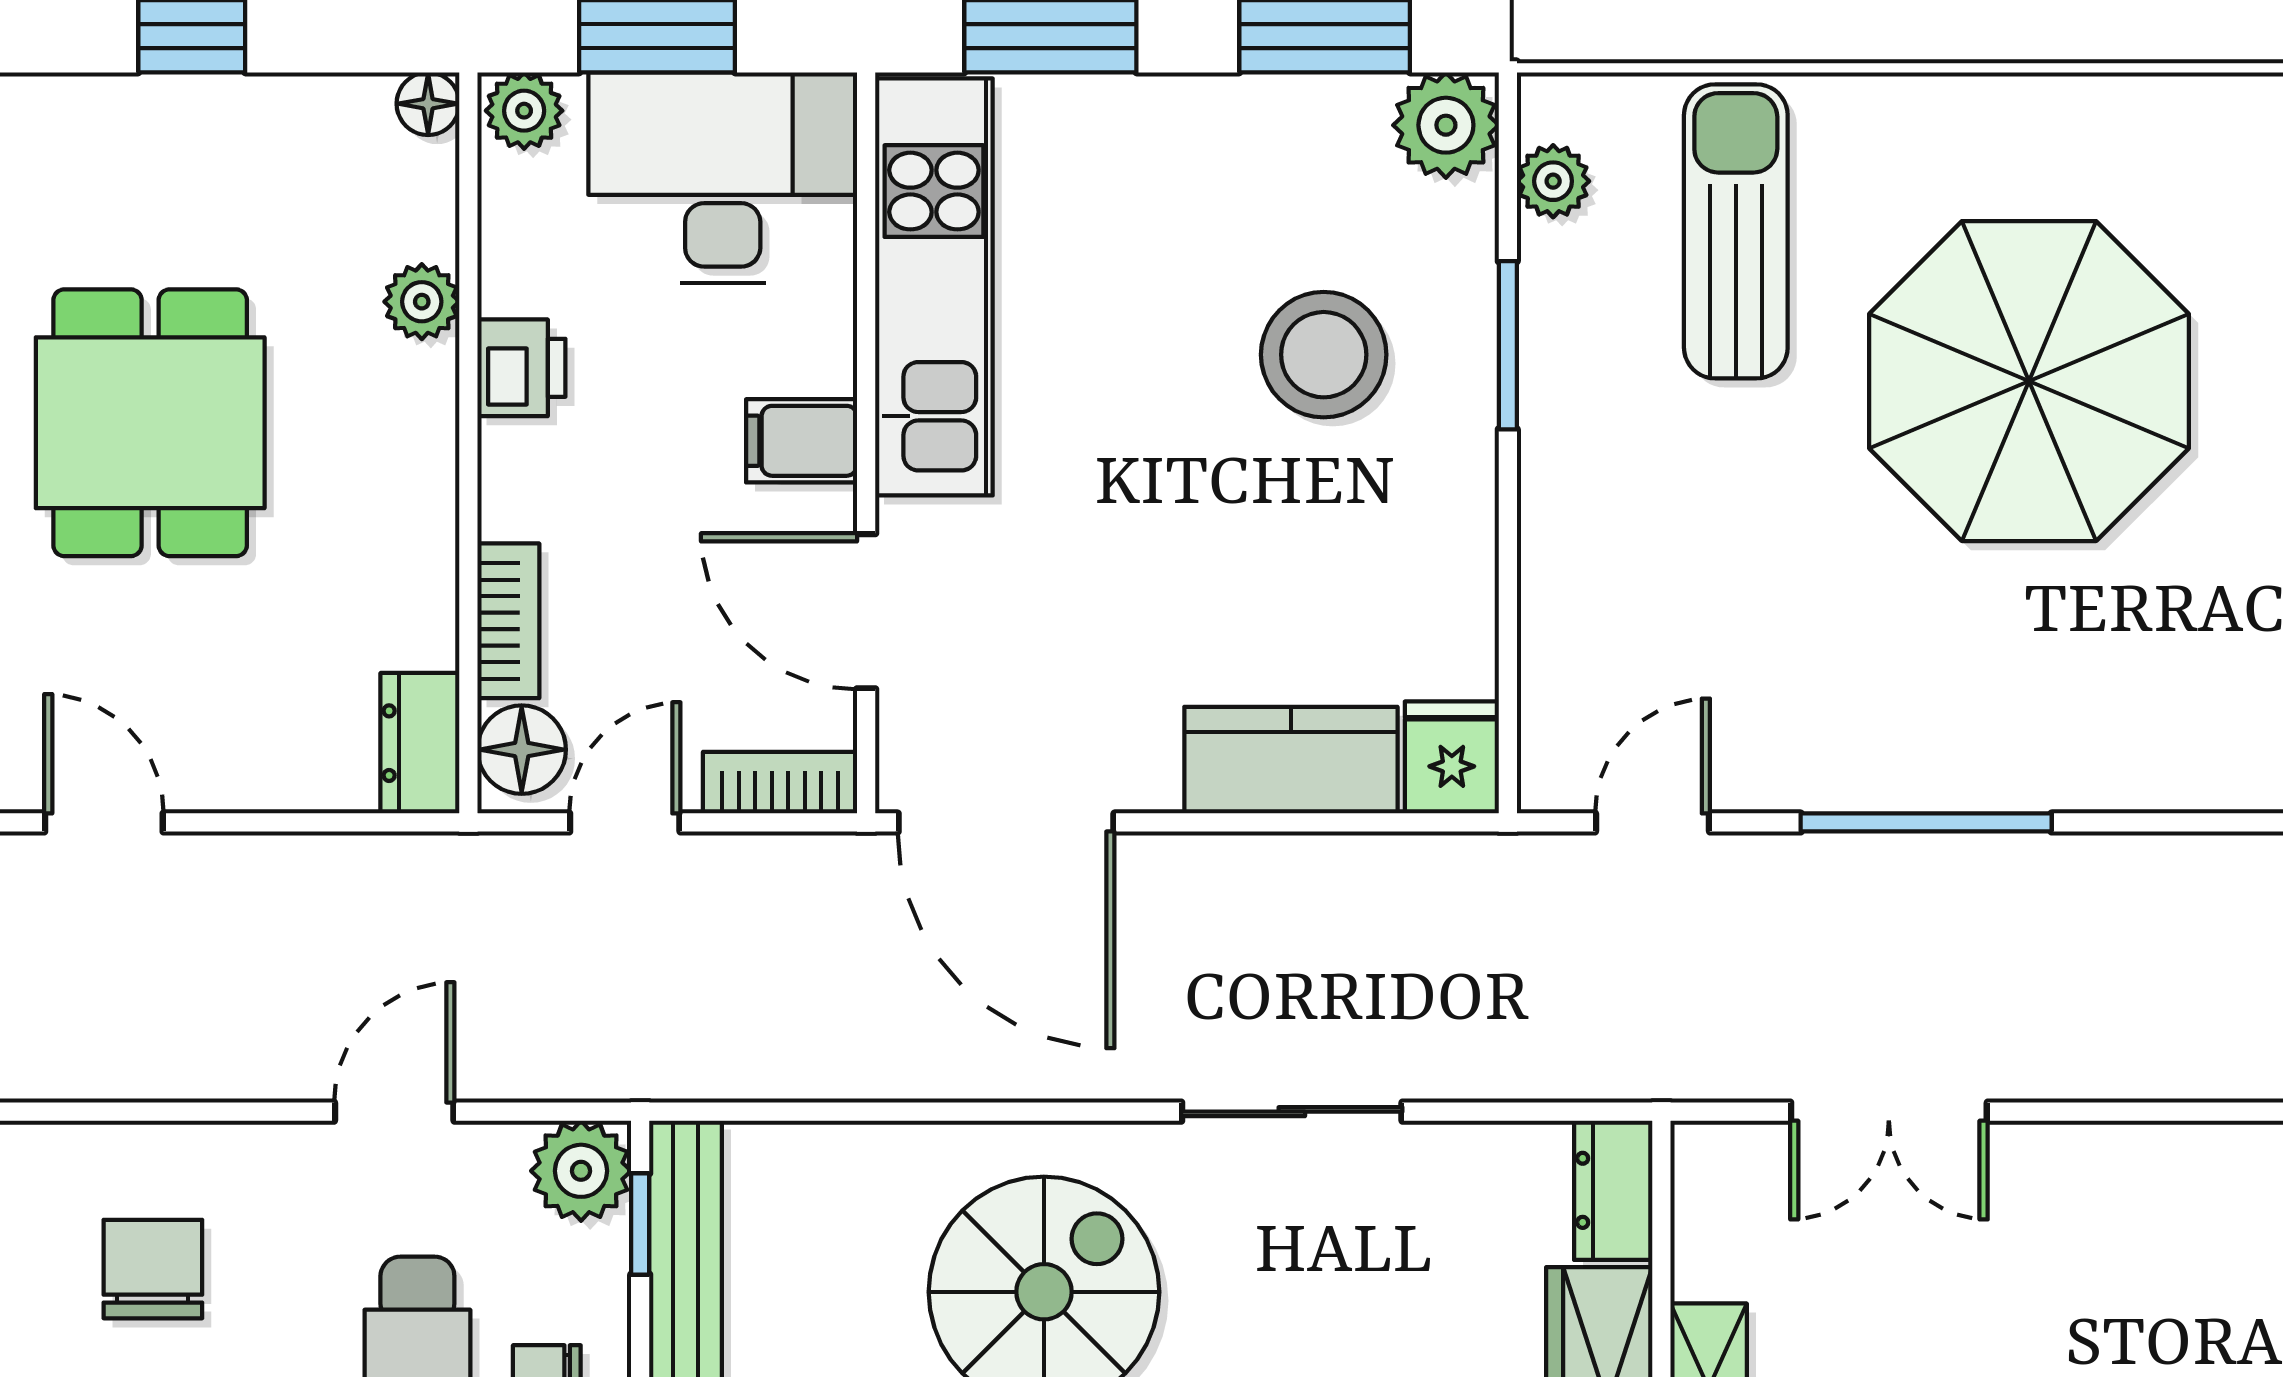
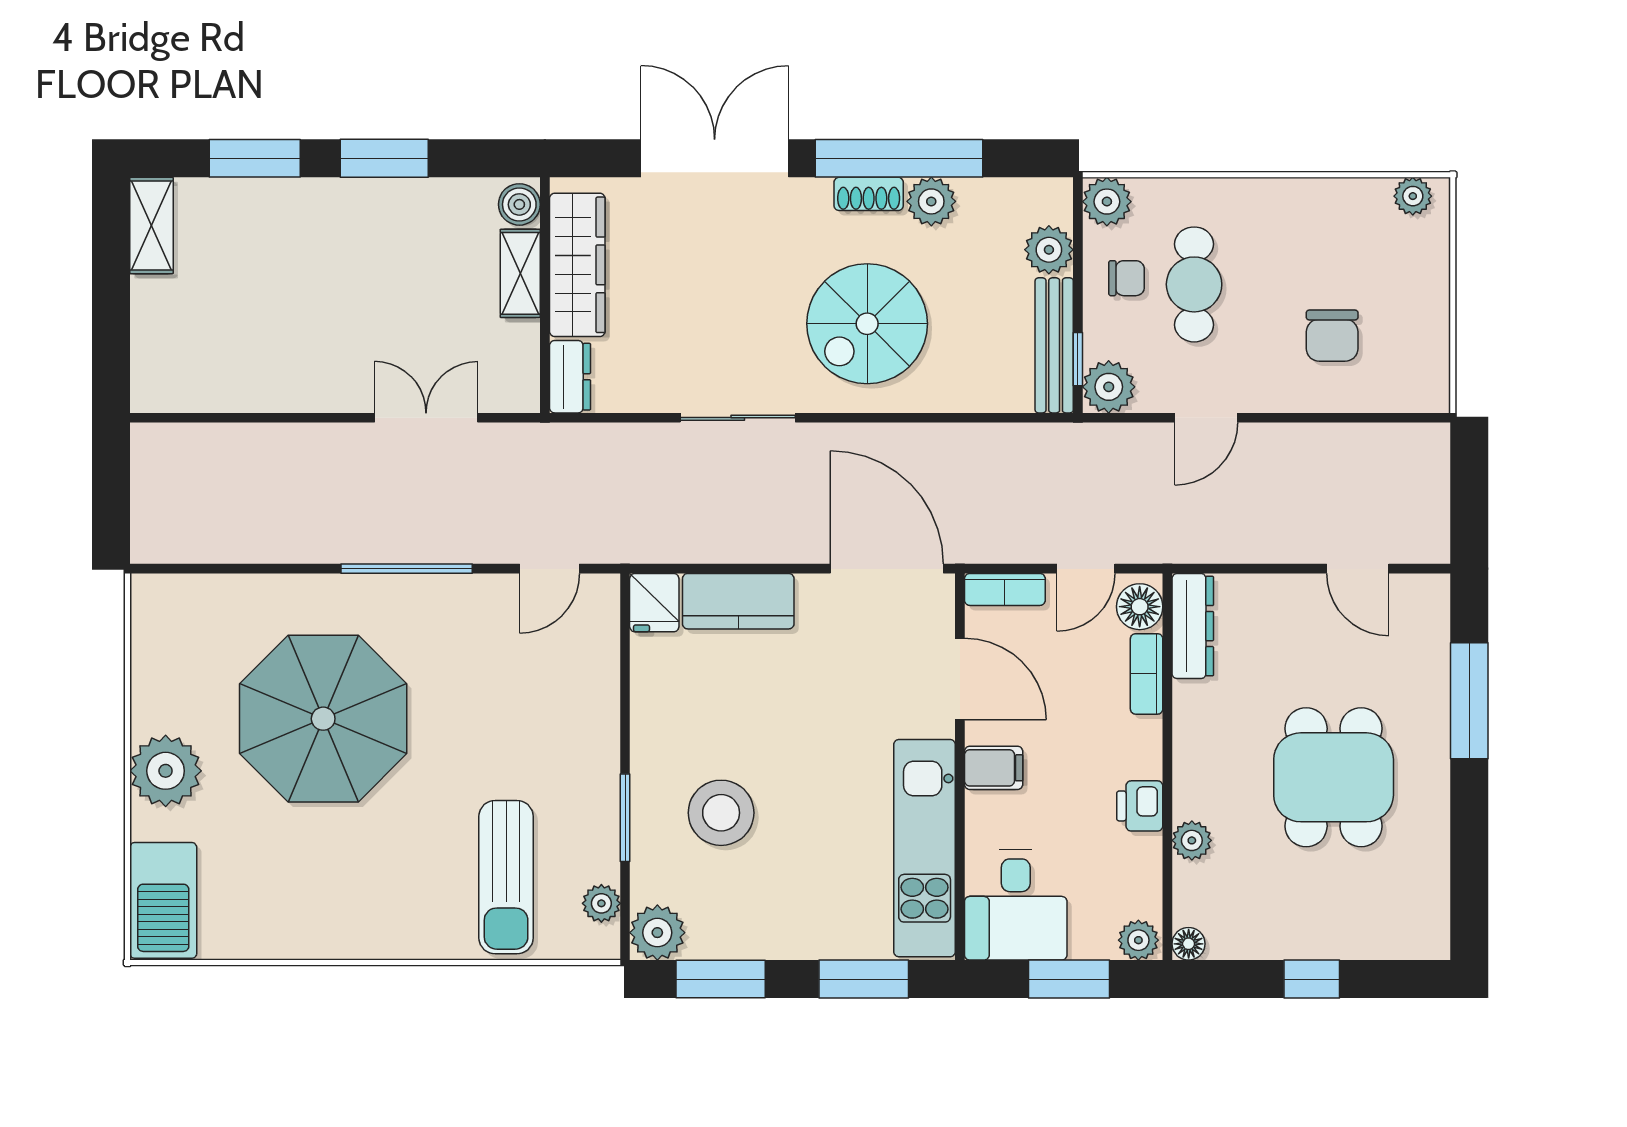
desk: (723, 178) -> (1016, 905), width x0.73
parasol: (2029, 381) -> (323, 719), moved
dresser: (420, 743) -> (1193, 626), width x1.44

